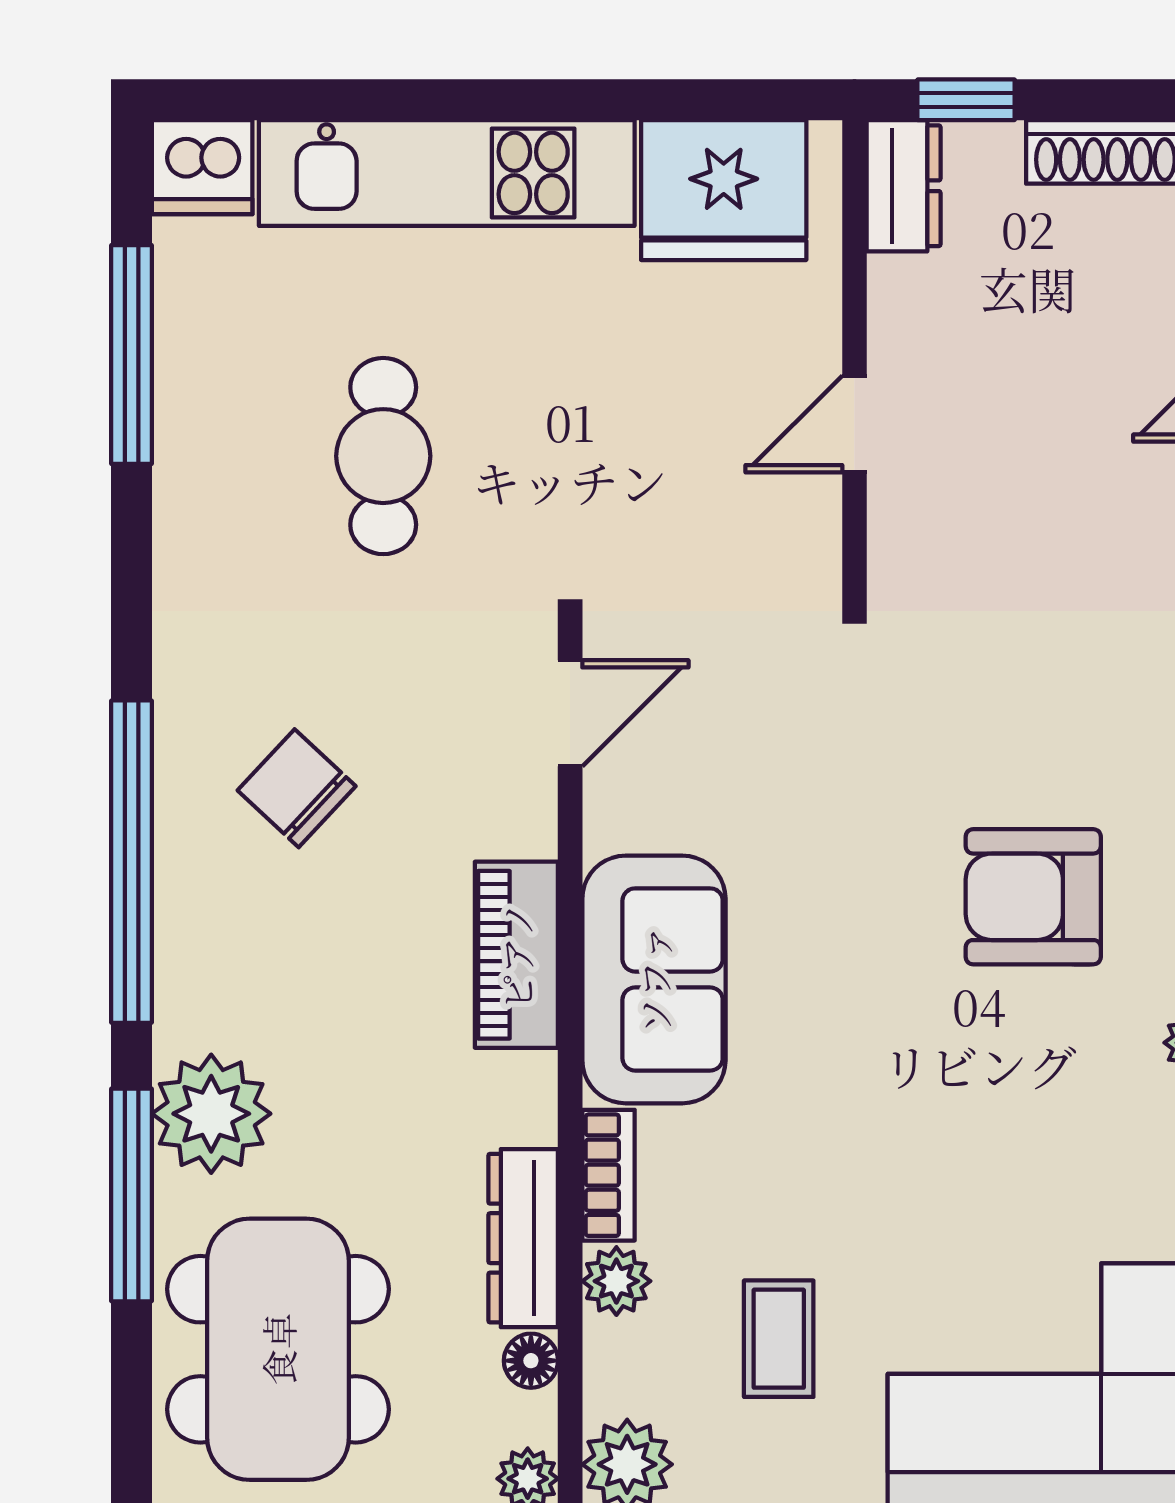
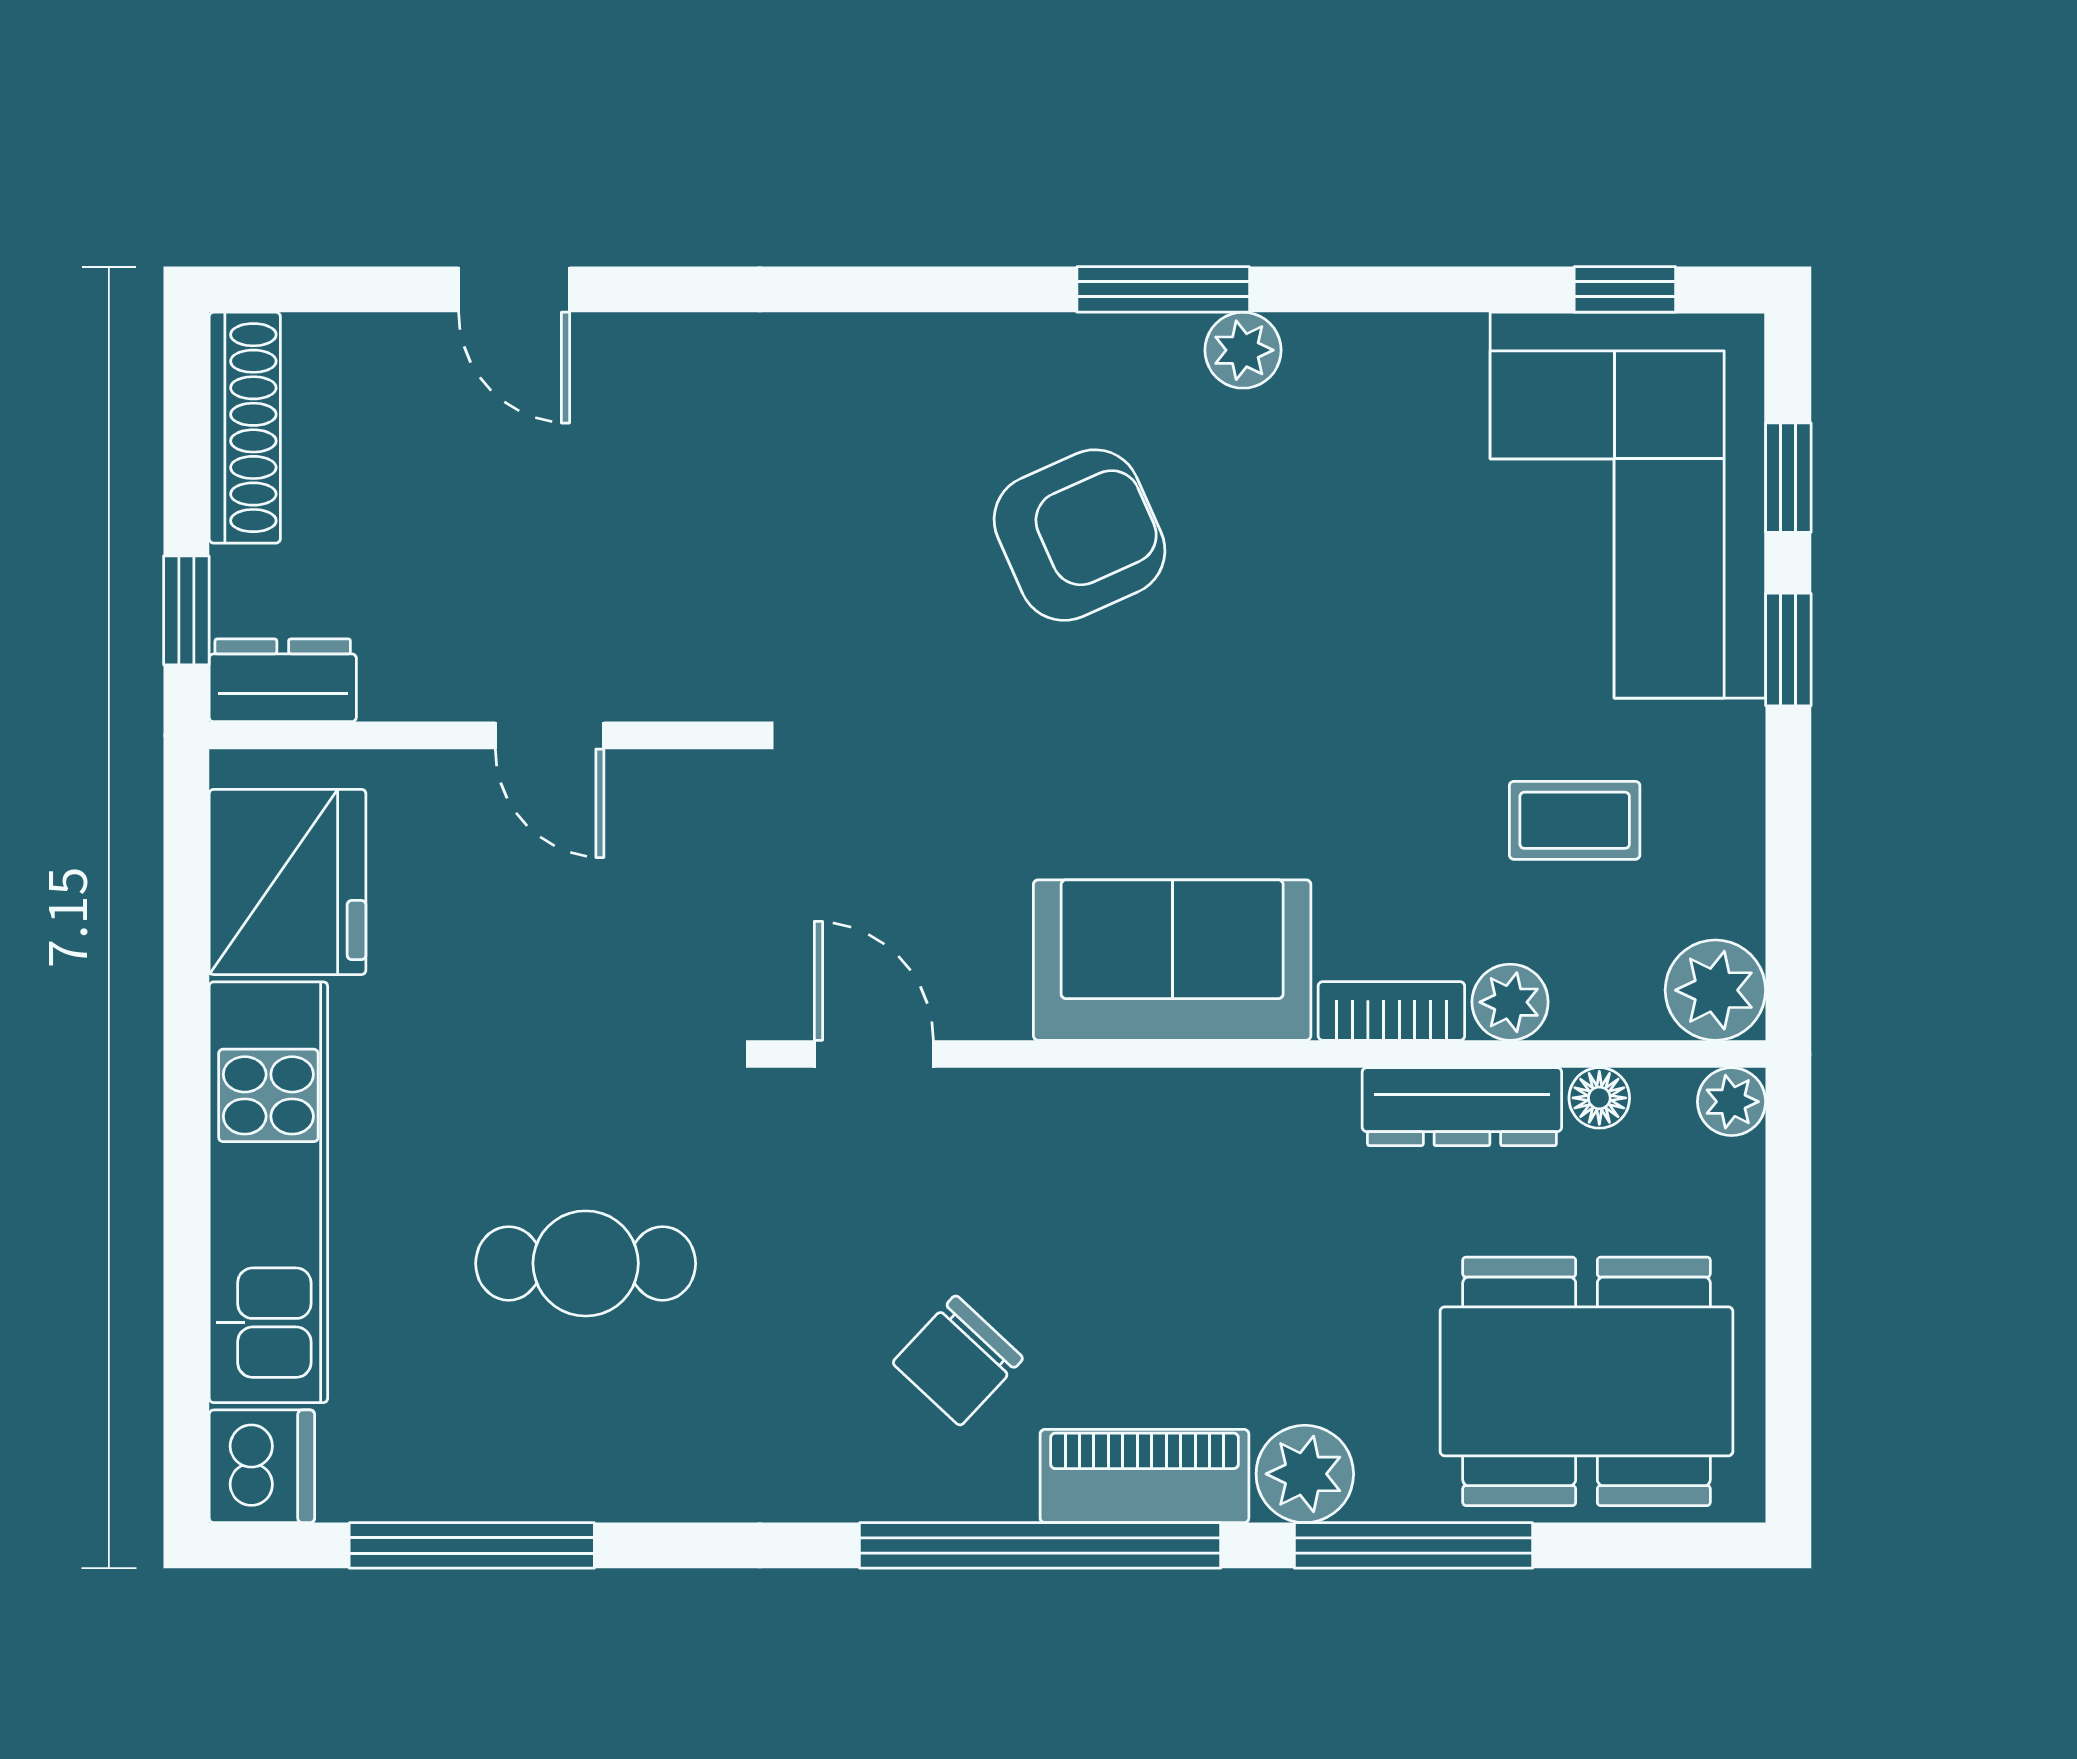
armchair: (1033, 897) -> (1079, 535), turned -114
piano: (516, 955) -> (1144, 1476), moved, turned 180
plant: (211, 1114) -> (1305, 1474), width x0.73, depth x0.73

